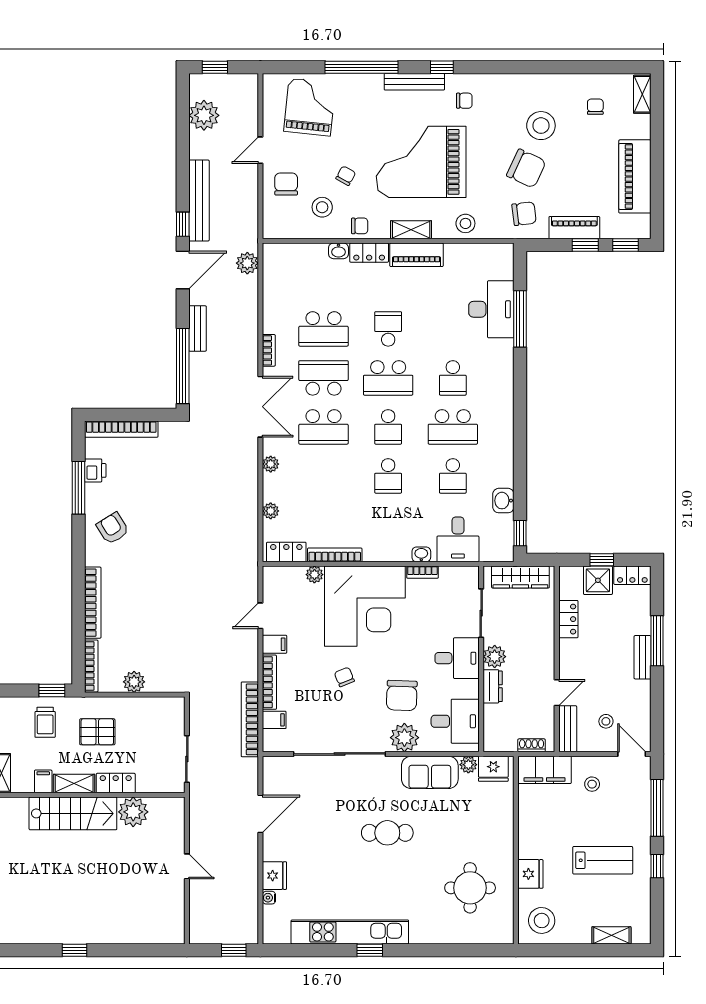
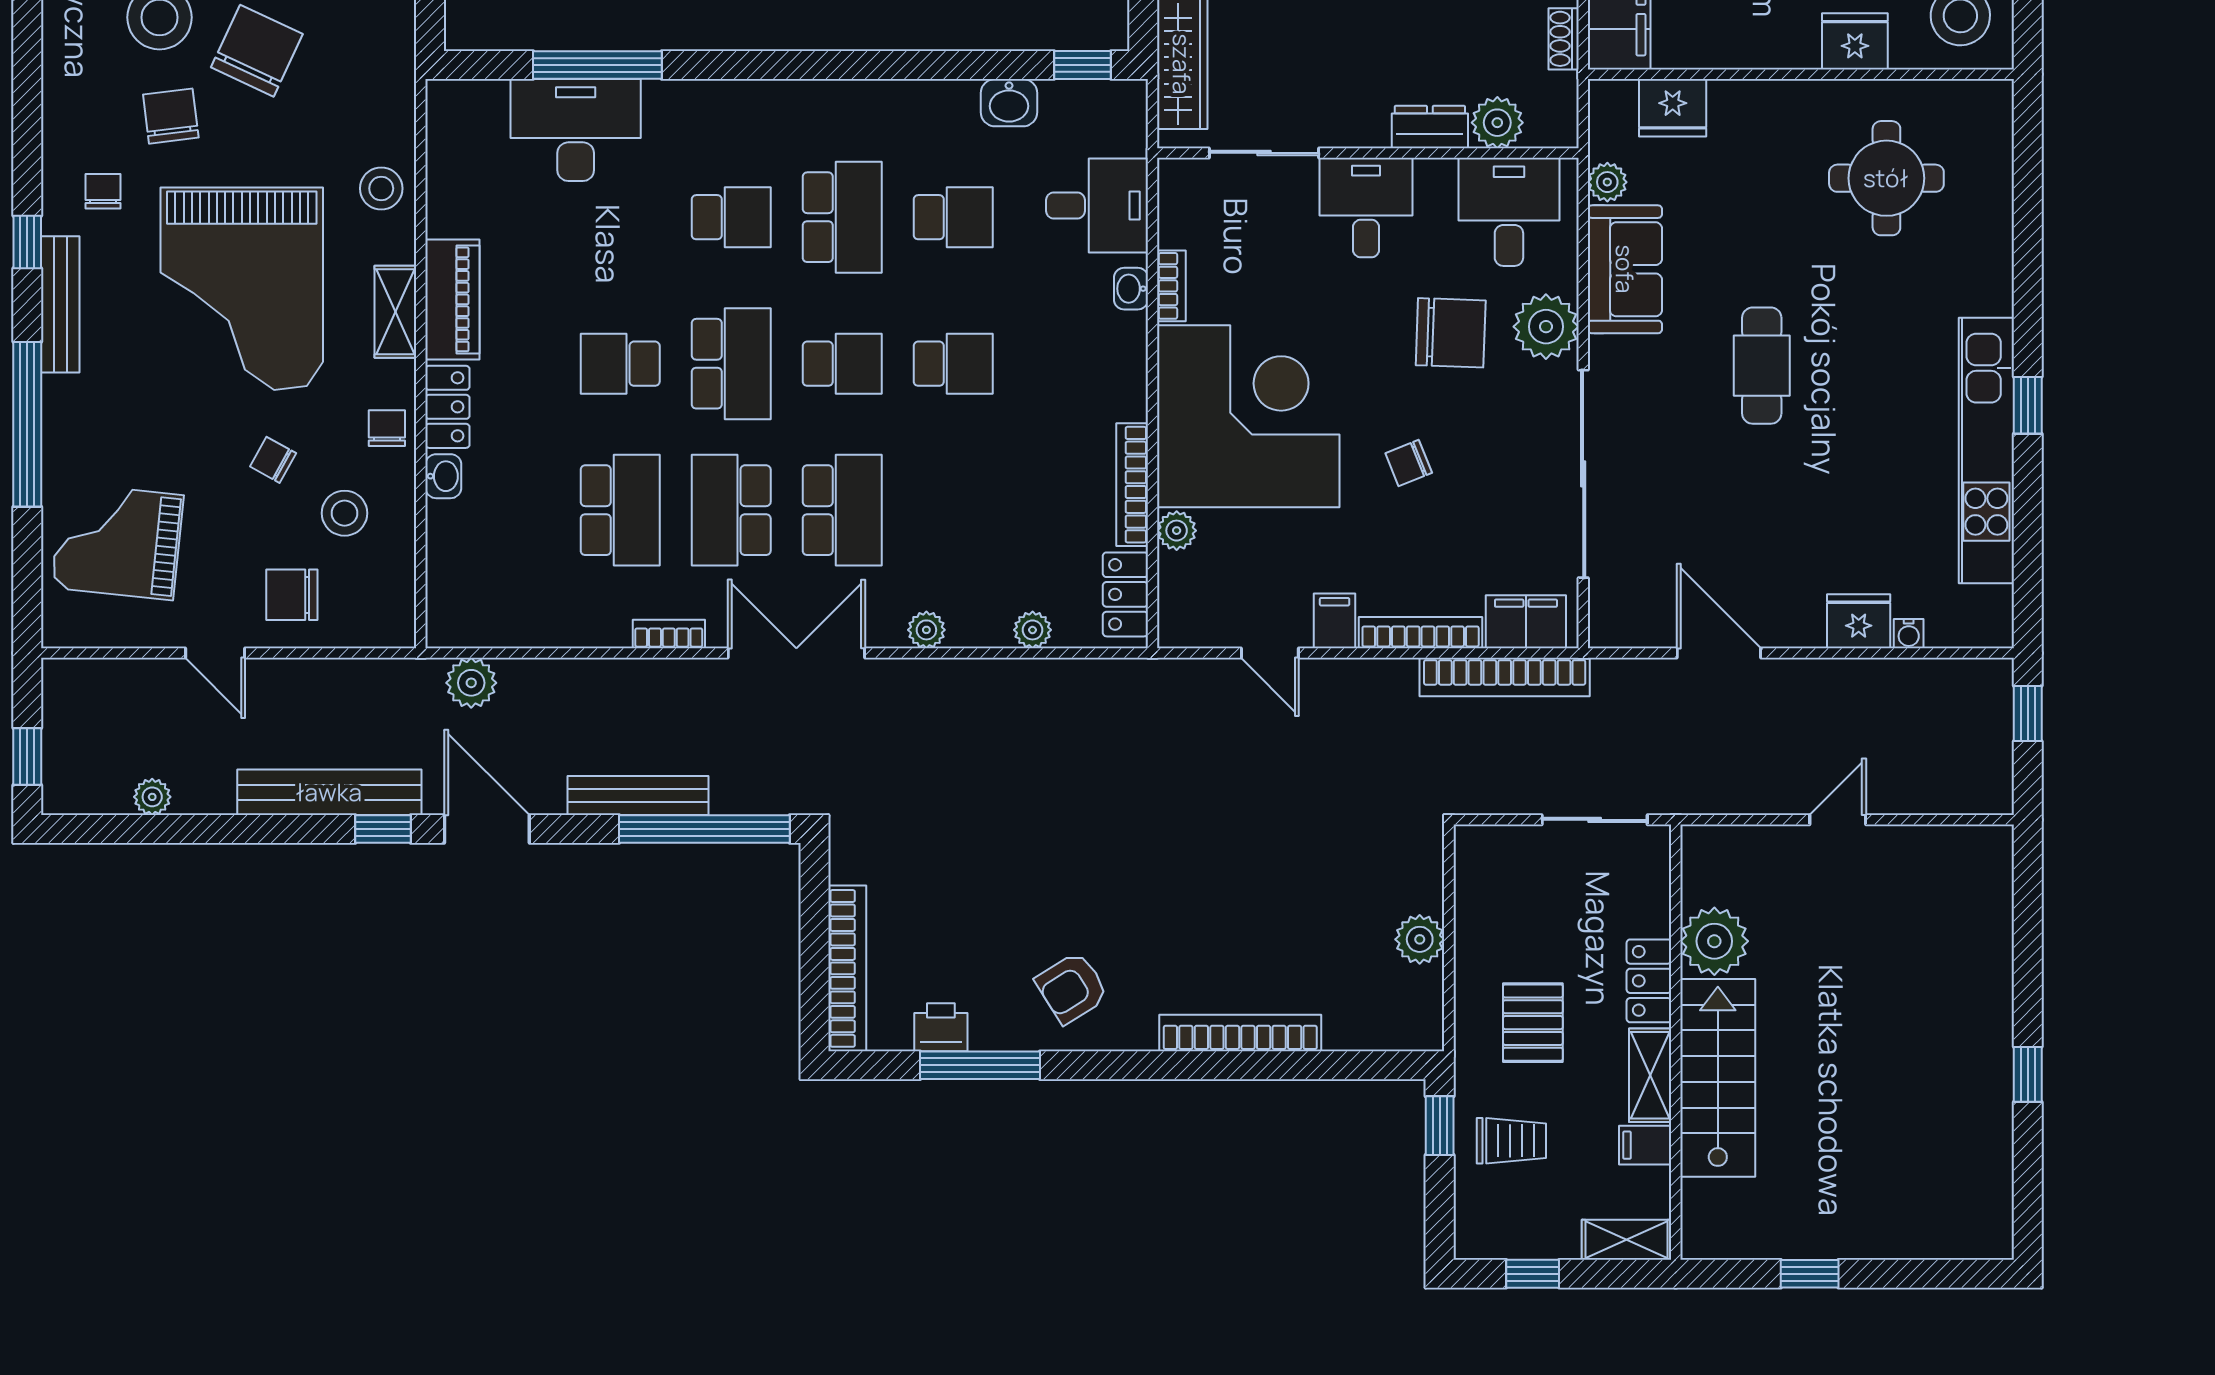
plant: (204, 115) -> (152, 797), width x0.53, depth x0.53
chair: (524, 214) -> (171, 116), moved
bench: (198, 329) -> (638, 796), width x1.36
plant: (495, 657) -> (1497, 123), moved
bookcase: (91, 666) -> (1384, 1036), removed
filing cabinet: (274, 720) -> (1526, 622), width x2.00
fridge: (493, 769) -> (1673, 108), moved, turned 90

